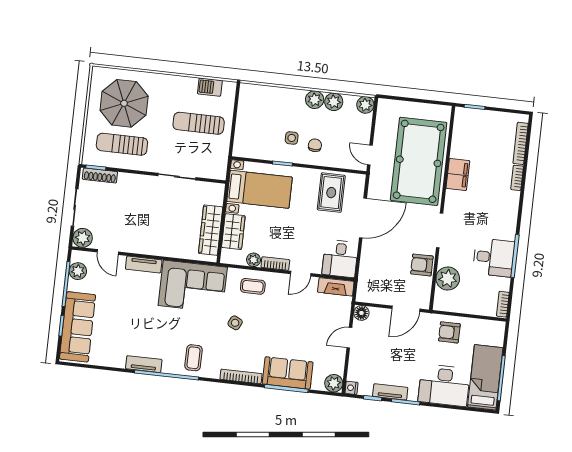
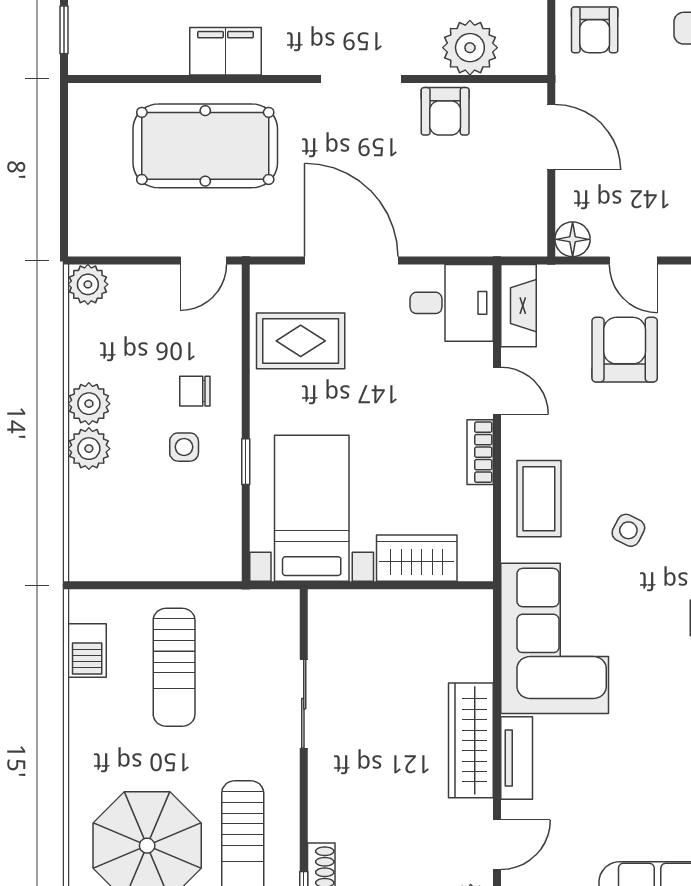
plant: (334, 102) -> (89, 449), moved
pool table: (419, 161) -> (205, 146), width x0.73, depth x0.76
wardrobe: (211, 230) -> (471, 740), moved, turned 90
plant: (254, 260) -> (477, 504), removed
coffee table: (253, 286) -> (539, 499), width x1.36, depth x1.30
armchair: (312, 330) -> (625, 350), added

